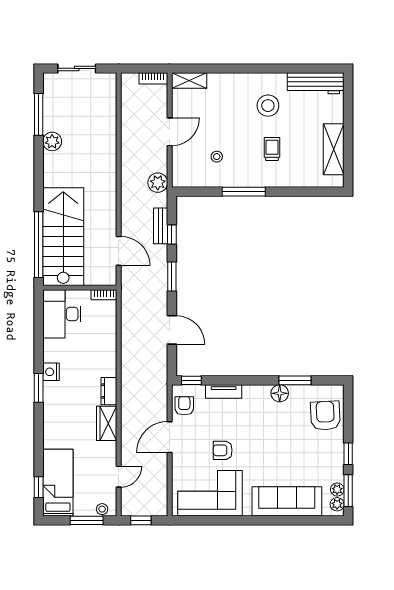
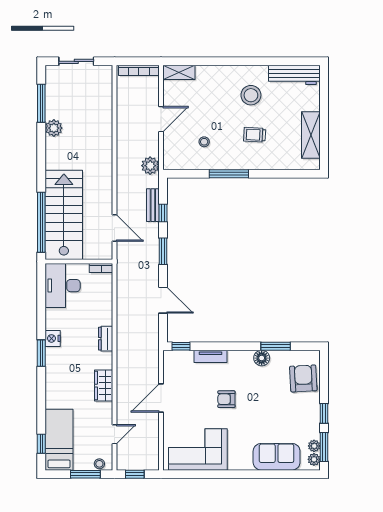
bookcase: (153, 78) -> (139, 70), width x1.56
trolley: (272, 149) -> (255, 135), turned -87
dresser: (109, 391) -> (106, 339), moved
armchair: (184, 406) -> (174, 369), removed
armchair: (223, 450) -> (226, 399), moved
sofa: (287, 501) -> (277, 457), width x0.73

